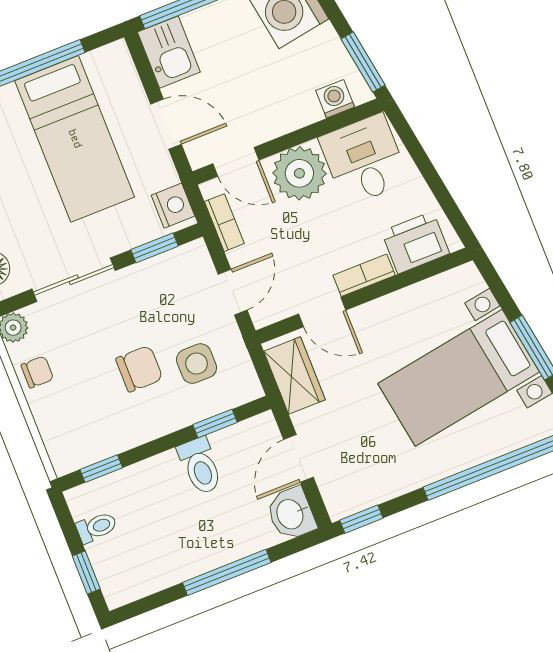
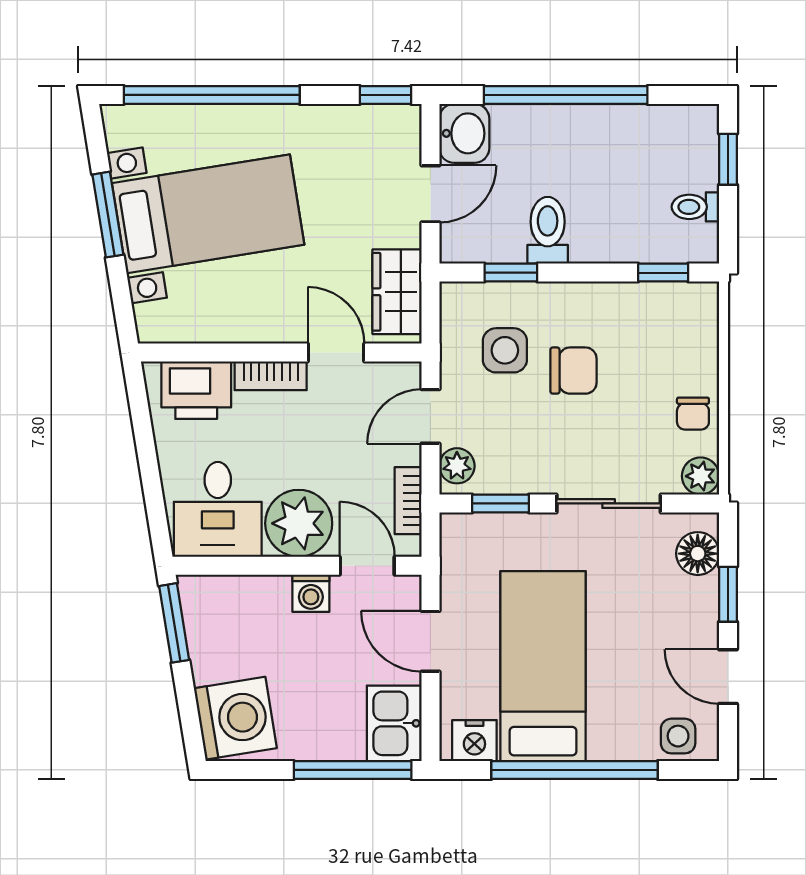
washing machine: (335, 99) -> (311, 593), moved
nightstand: (173, 206) -> (474, 741), moved, turned -90
plant: (198, 263) -> (457, 466), added
chair: (139, 369) -> (573, 371), turned 180
chair: (37, 372) -> (693, 414), turned -90
window: (227, 572) -> (566, 95), width x1.46

